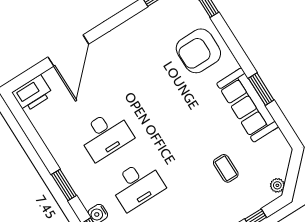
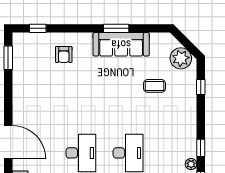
armchair: (198, 51) -> (64, 54), width x0.53, depth x0.53
plant: (277, 185) -> (181, 58), width x1.87, depth x1.87

